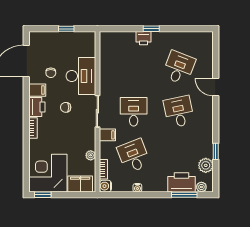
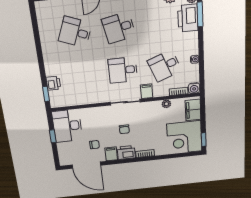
window: (151, 29) -> (46, 94), moved
printer: (143, 38) -> (53, 83), moved
desk: (81, 76) -> (67, 126), moved, turned -90

